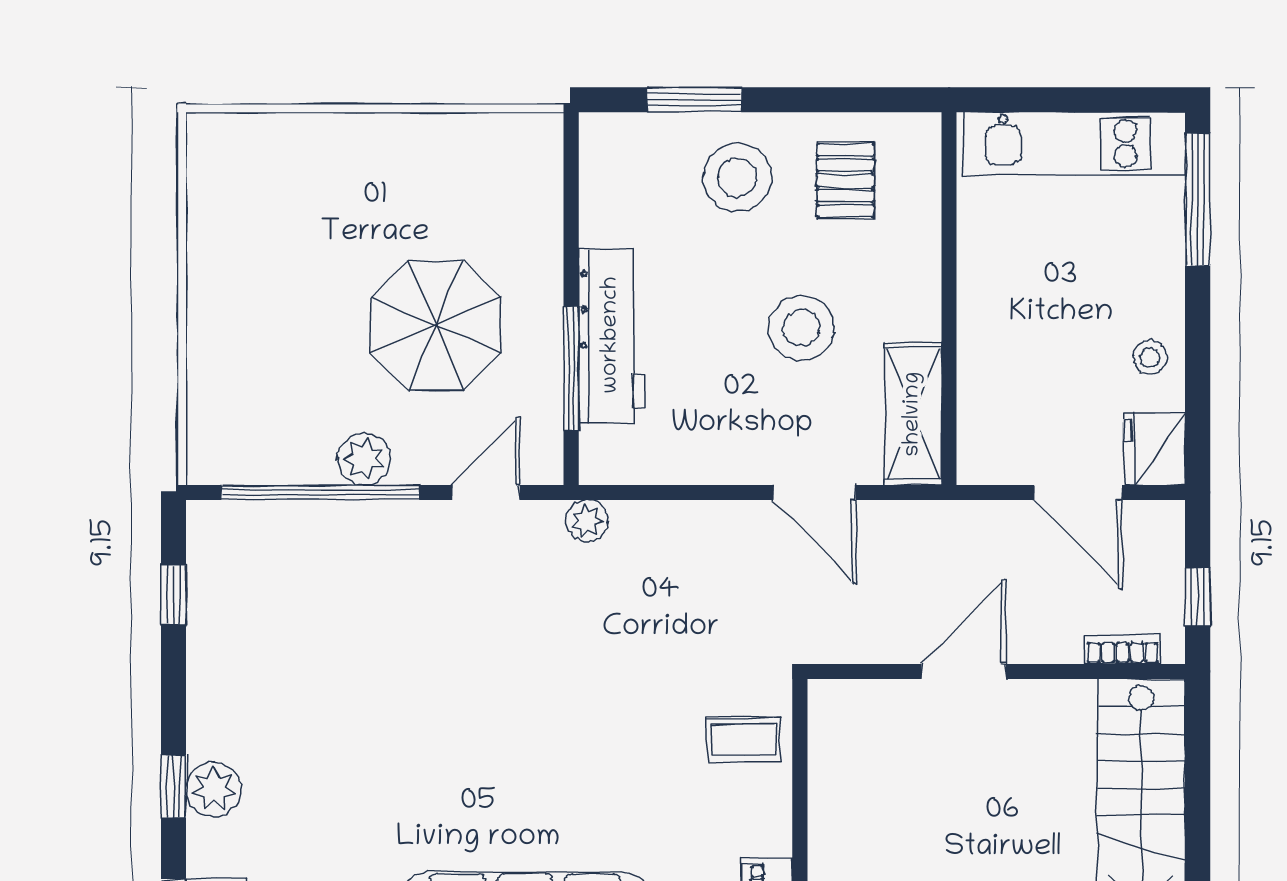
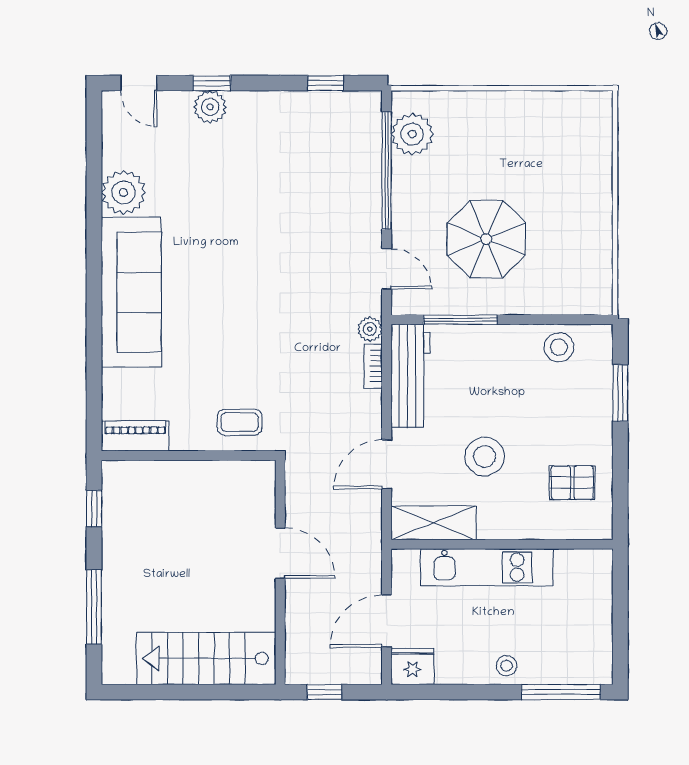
kitchen unit: (1074, 143) -> (487, 567), moved, turned -90
stool: (738, 177) -> (559, 347), moved, width x0.73, depth x0.73
workbench: (611, 335) -> (411, 376), moved, turned -90
stool: (1150, 357) -> (506, 666), moved
plant: (364, 459) -> (412, 134), moved, width x1.36, depth x1.36
bookcase: (1123, 649) -> (373, 366), moved, turned 180
coffee table: (744, 740) -> (240, 422), turned 90

